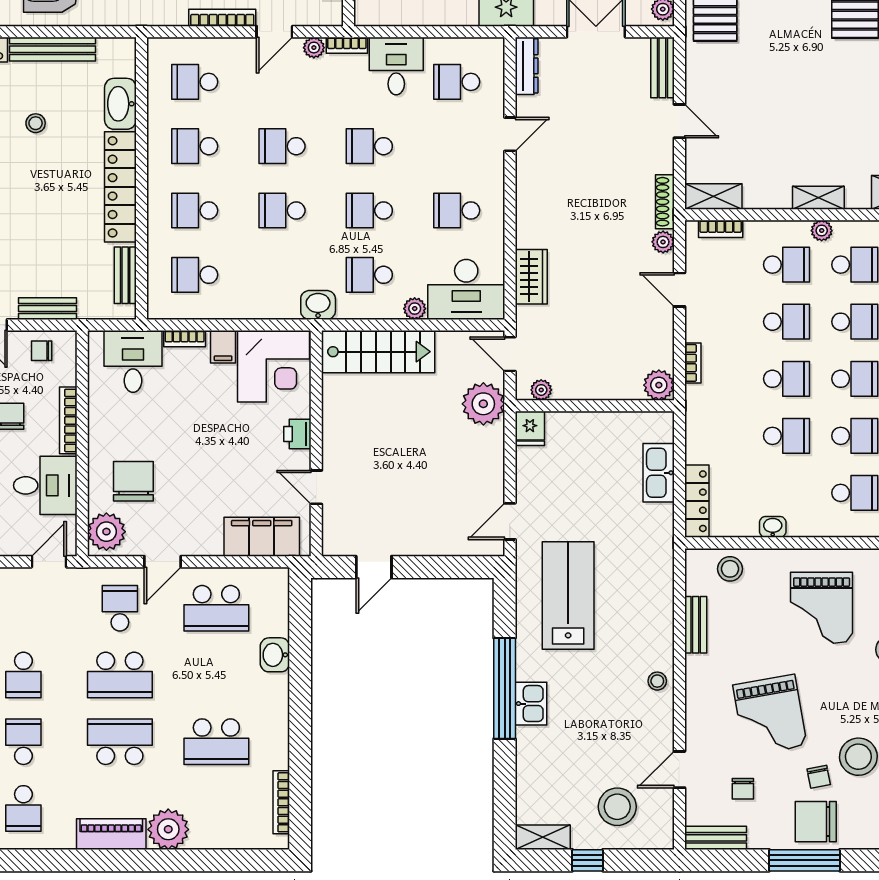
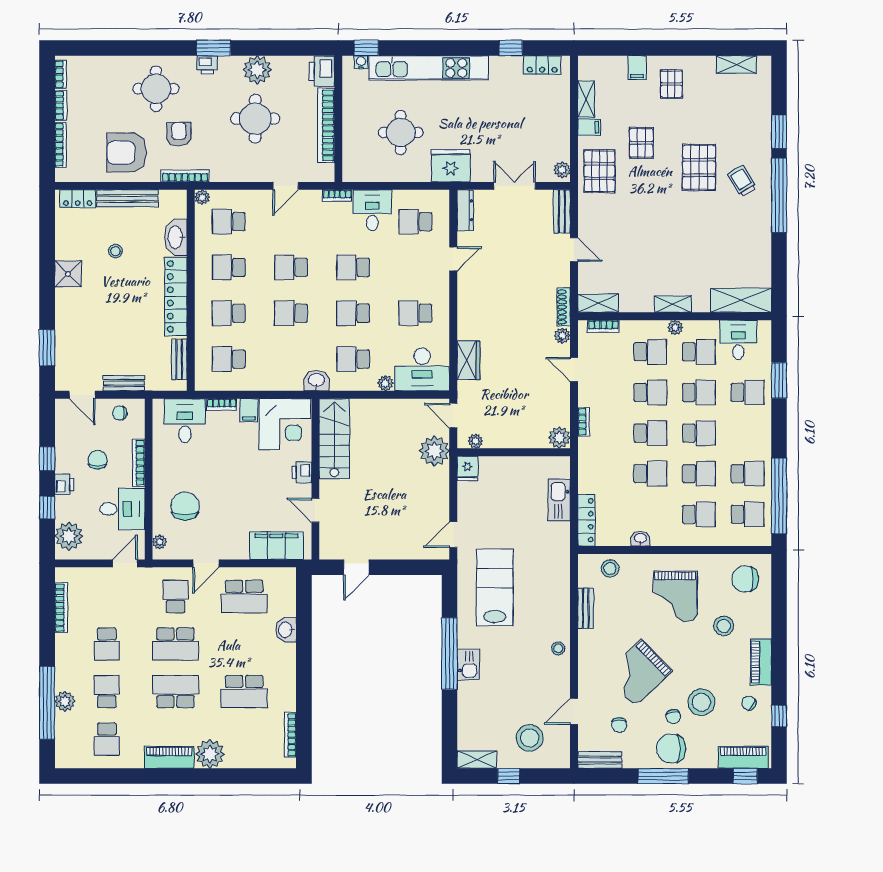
bookcase: (222, 18) -> (185, 176), moved
plant: (314, 48) -> (202, 197), moved
stairs: (378, 352) -> (334, 439), moved, turned -90
plant: (106, 532) -> (160, 542), width x0.53, depth x0.53
grand piano: (770, 715) -> (638, 673), turned 56

